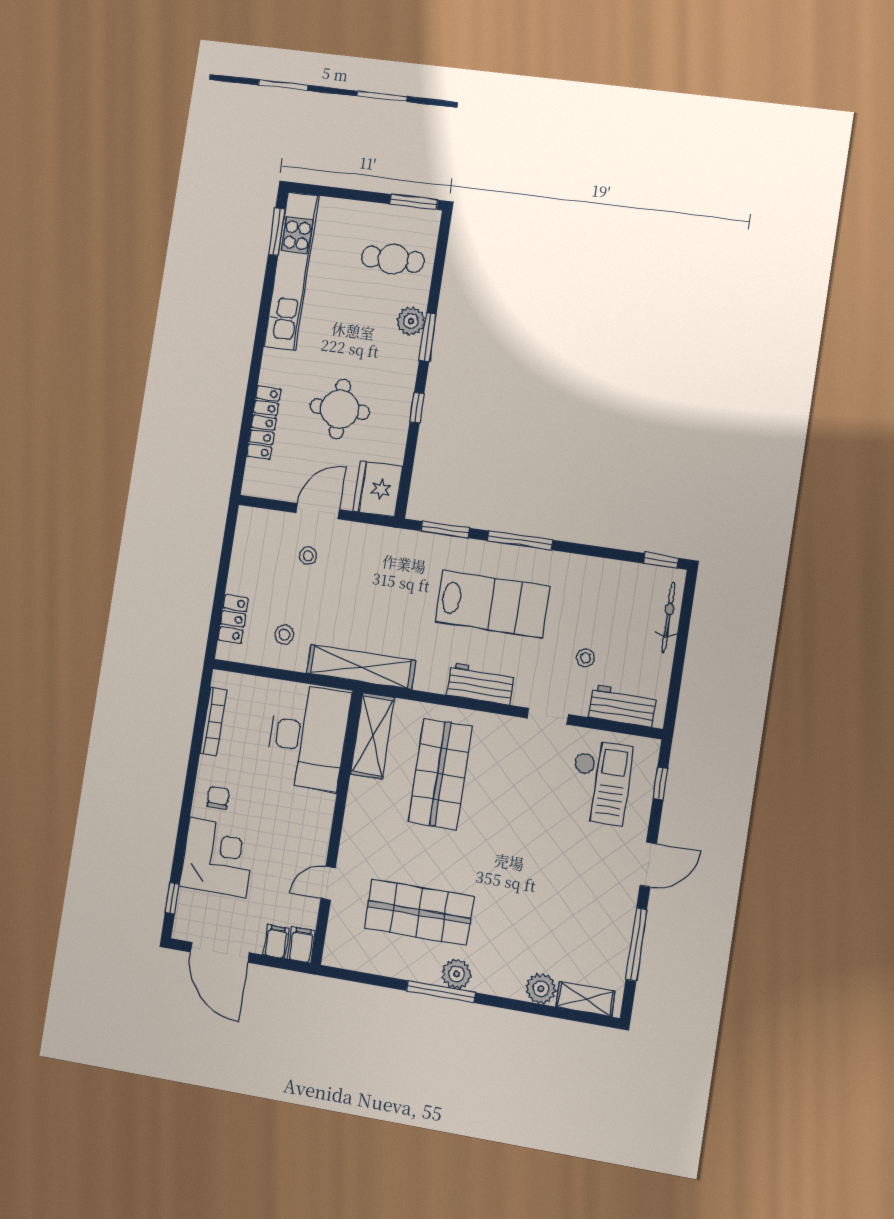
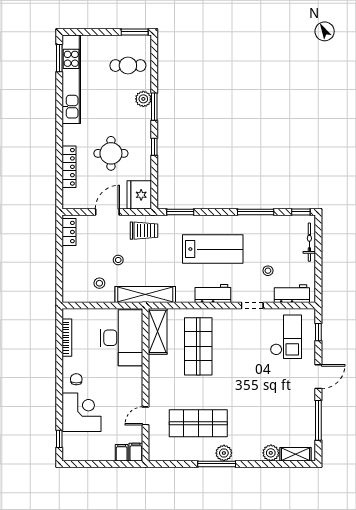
window: (520, 540) -> (256, 212), moved
trolley: (376, 553) -> (144, 231), added
stool: (308, 556) -> (118, 260), moved
locker: (233, 619) -> (69, 232), moved
door: (220, 952) -> (91, 464), removed

